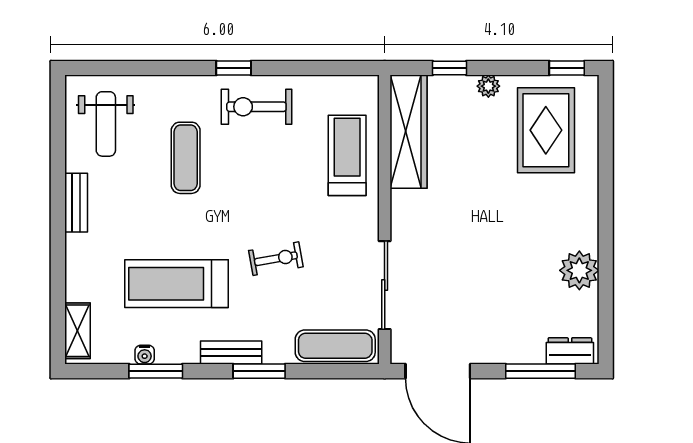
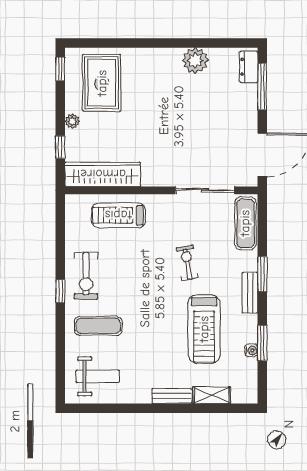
rug: (546, 130) -> (102, 83), turned 90
exercise mat: (186, 158) -> (98, 326), moved
bench: (76, 203) -> (172, 396), moved
shelving: (77, 331) -> (212, 395), moved

